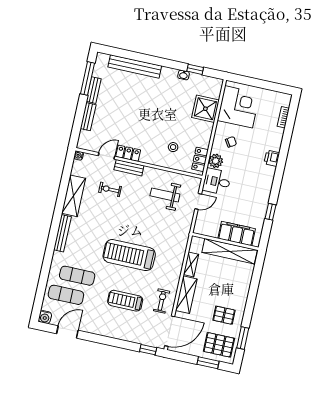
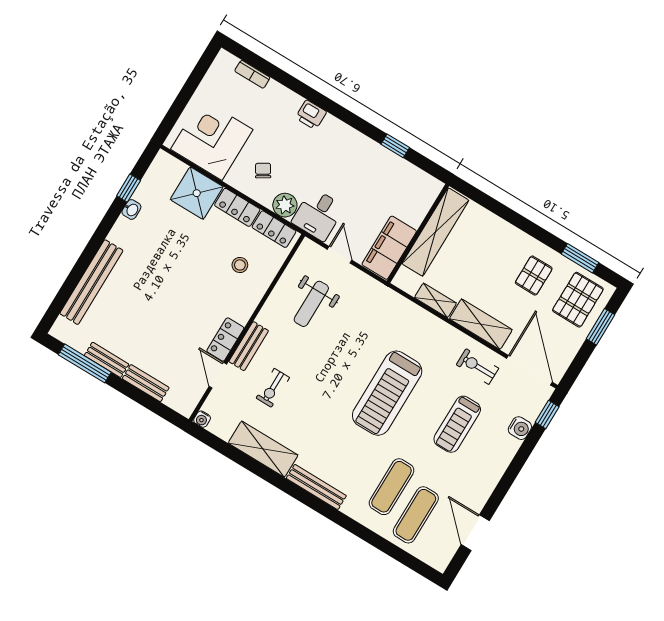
locker: (205, 134) -> (237, 207), added
filing cabinet: (237, 234) -> (389, 248), moved
water cooler: (45, 317) -> (520, 428), moved

